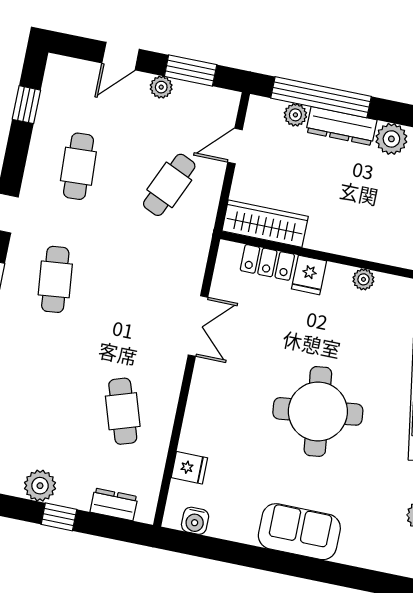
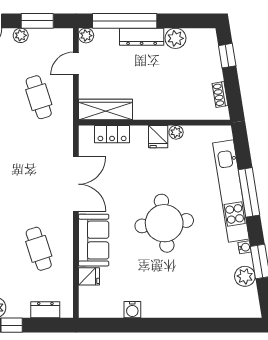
plant: (295, 115) -> (86, 36), moved
cafe table: (169, 185) -> (39, 97), turned -42
fridge: (309, 275) -> (158, 137), moved
double door: (198, 326) -> (76, 184), width x1.37
water cooler: (195, 521) -> (132, 310), moved
sofa: (299, 532) -> (94, 240), moved, turned 90

